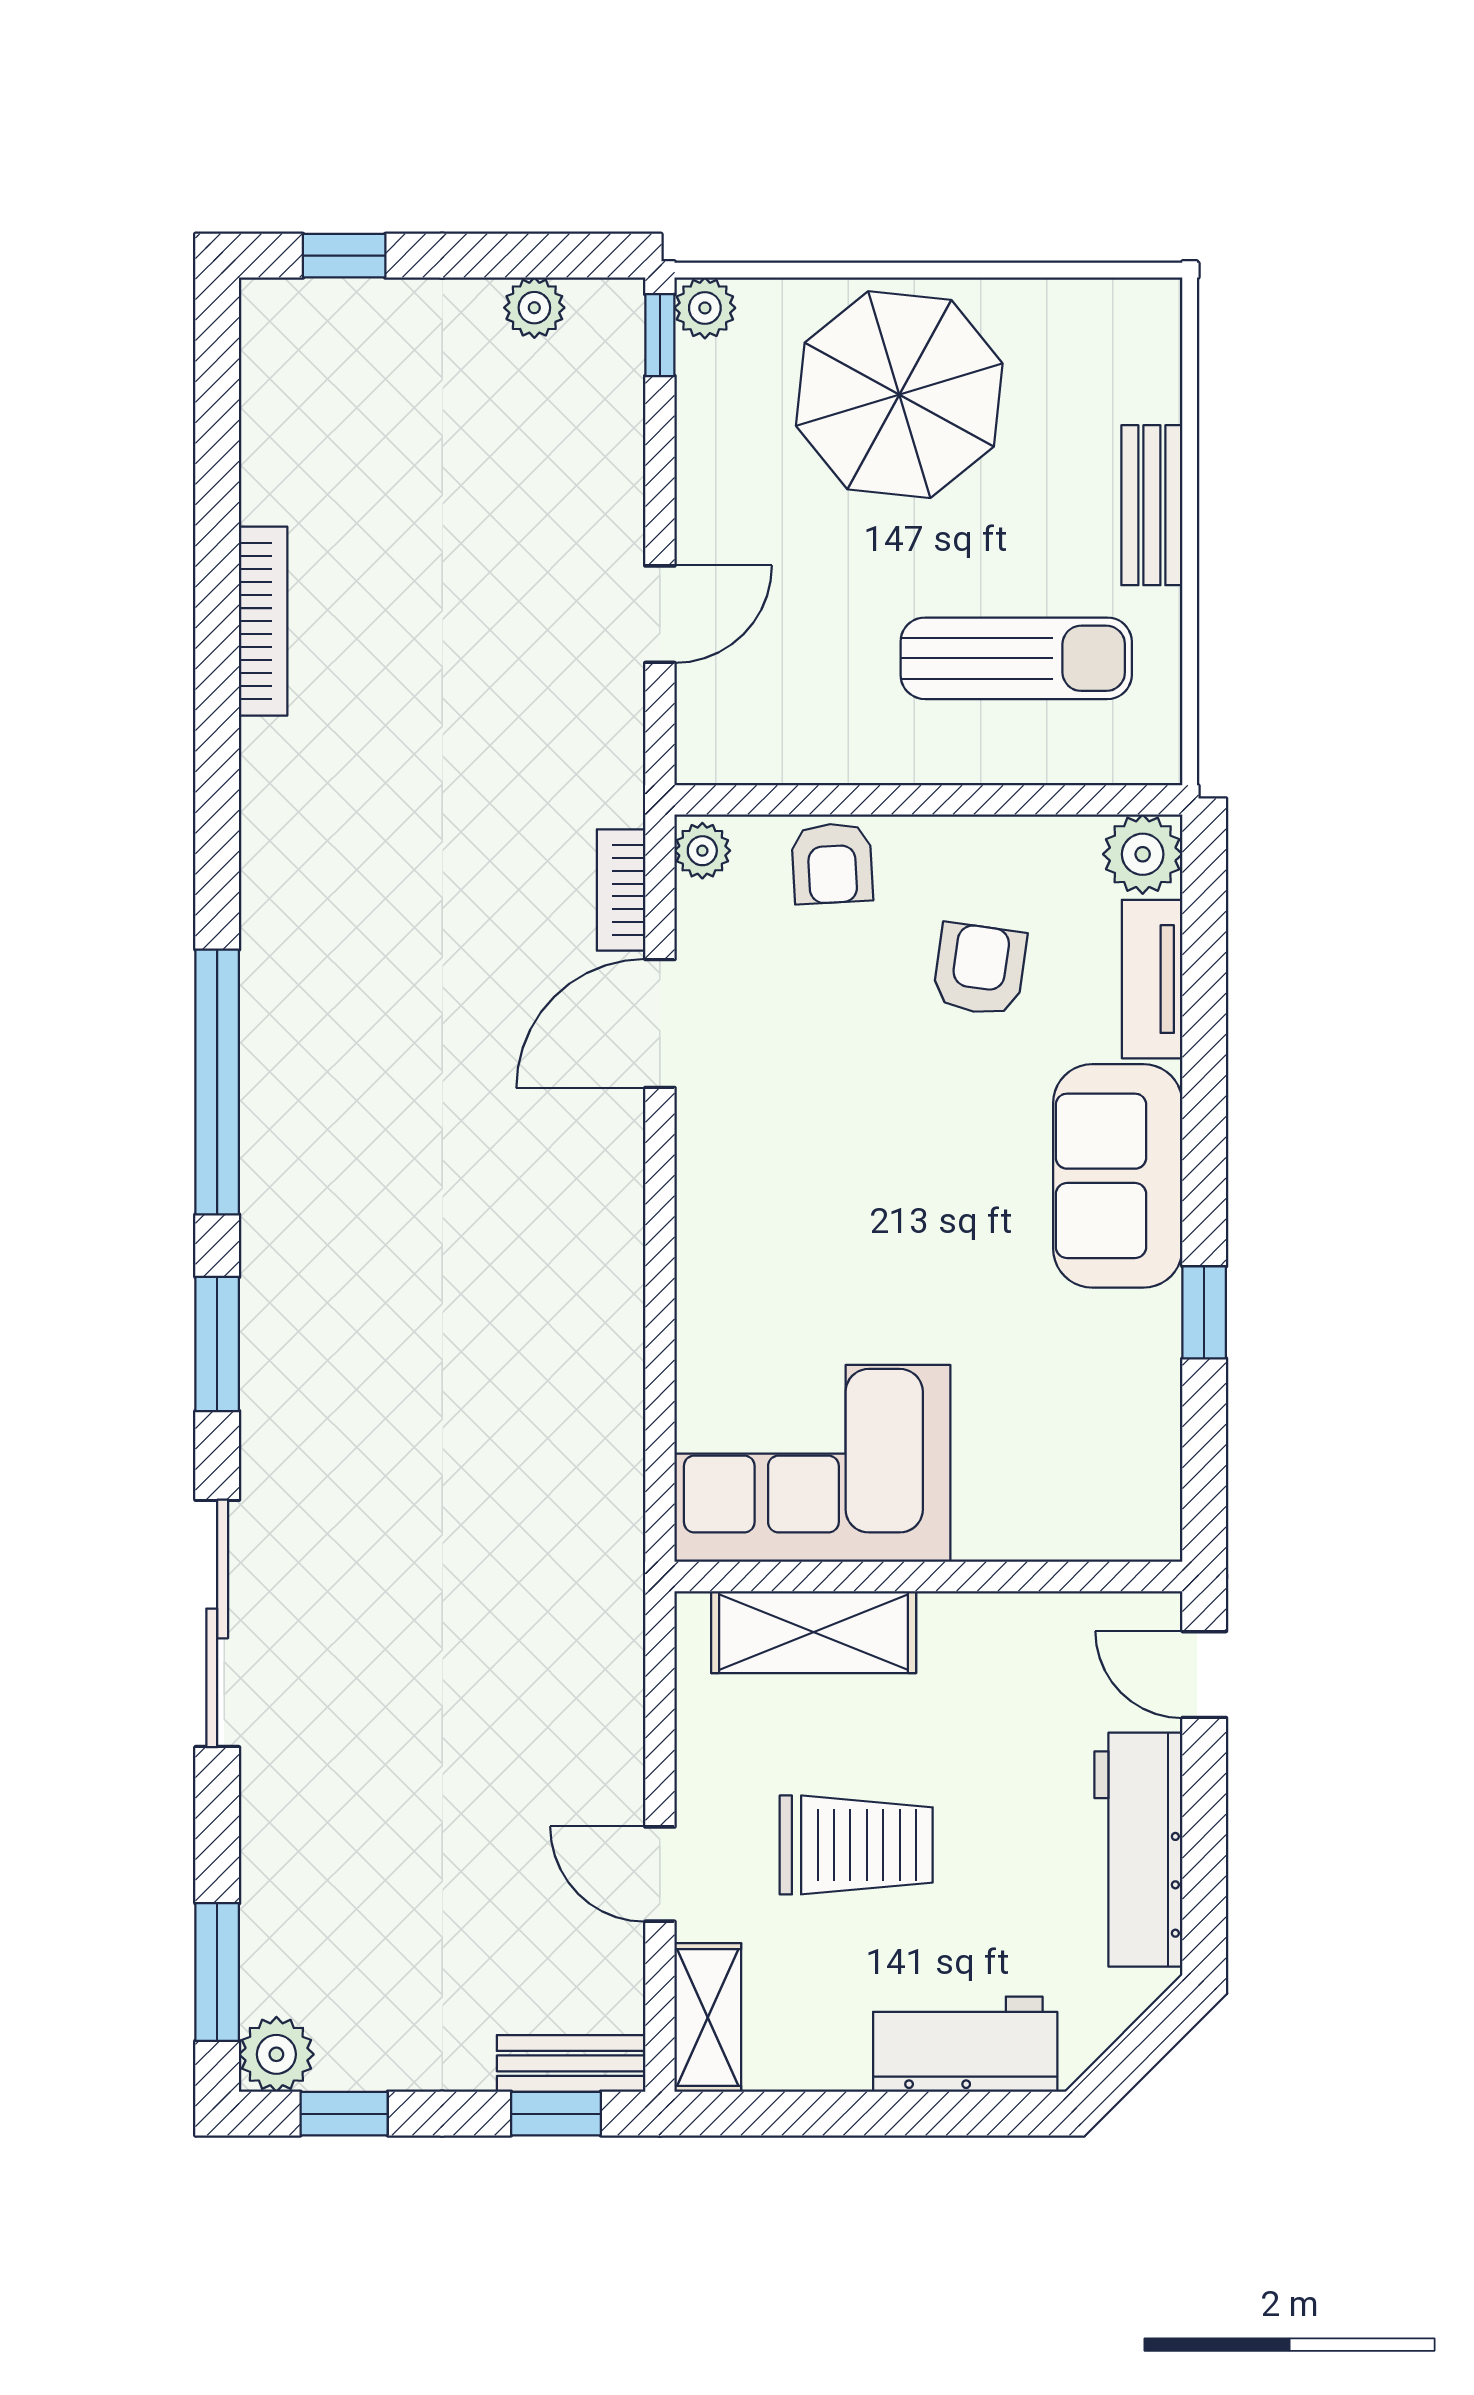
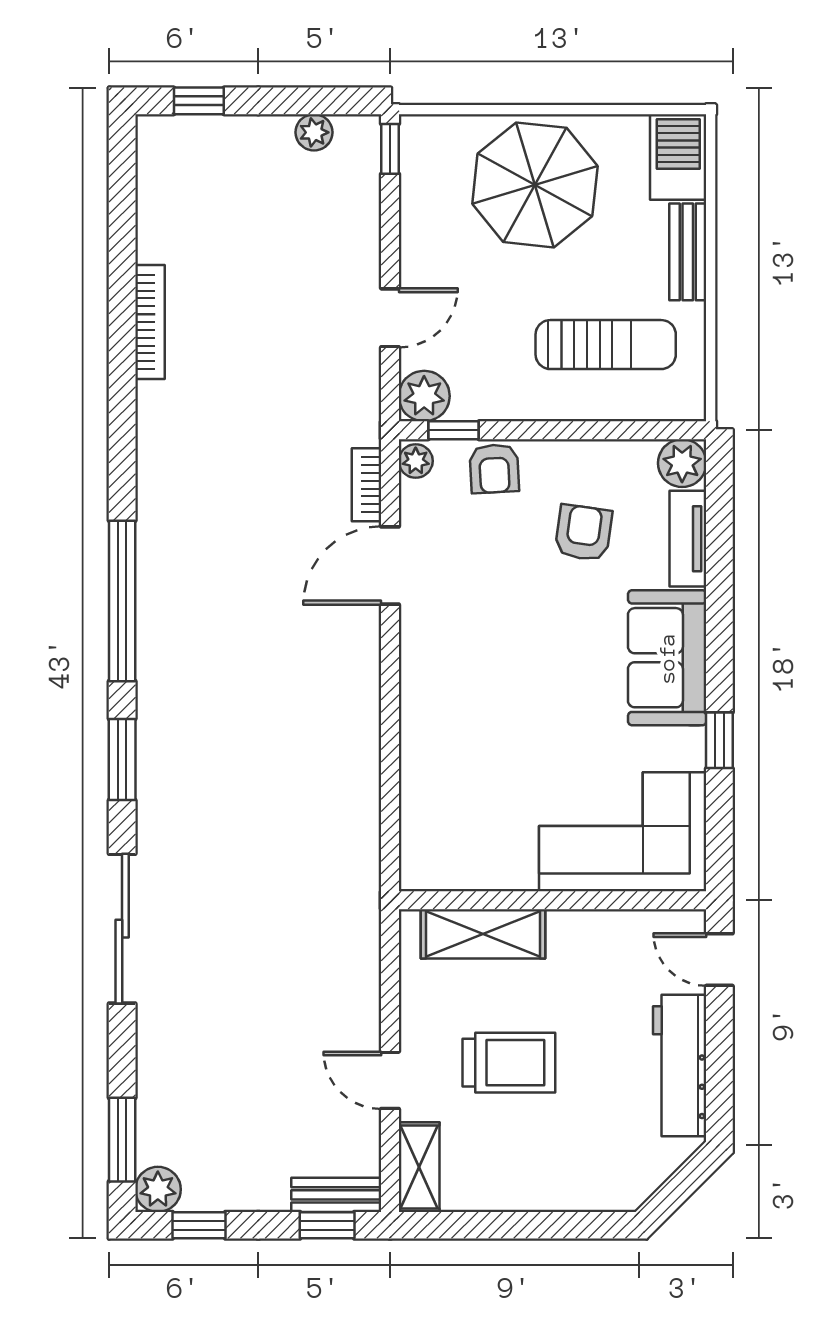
plant: (705, 308) -> (424, 396), moved, width x1.38, depth x1.38
barbecue: (1136, 348) -> (678, 157), added
window: (765, 800) -> (454, 430), added
corner sofa: (812, 1463) -> (623, 832), moved
workbench: (965, 2044) -> (575, 1183), removed

